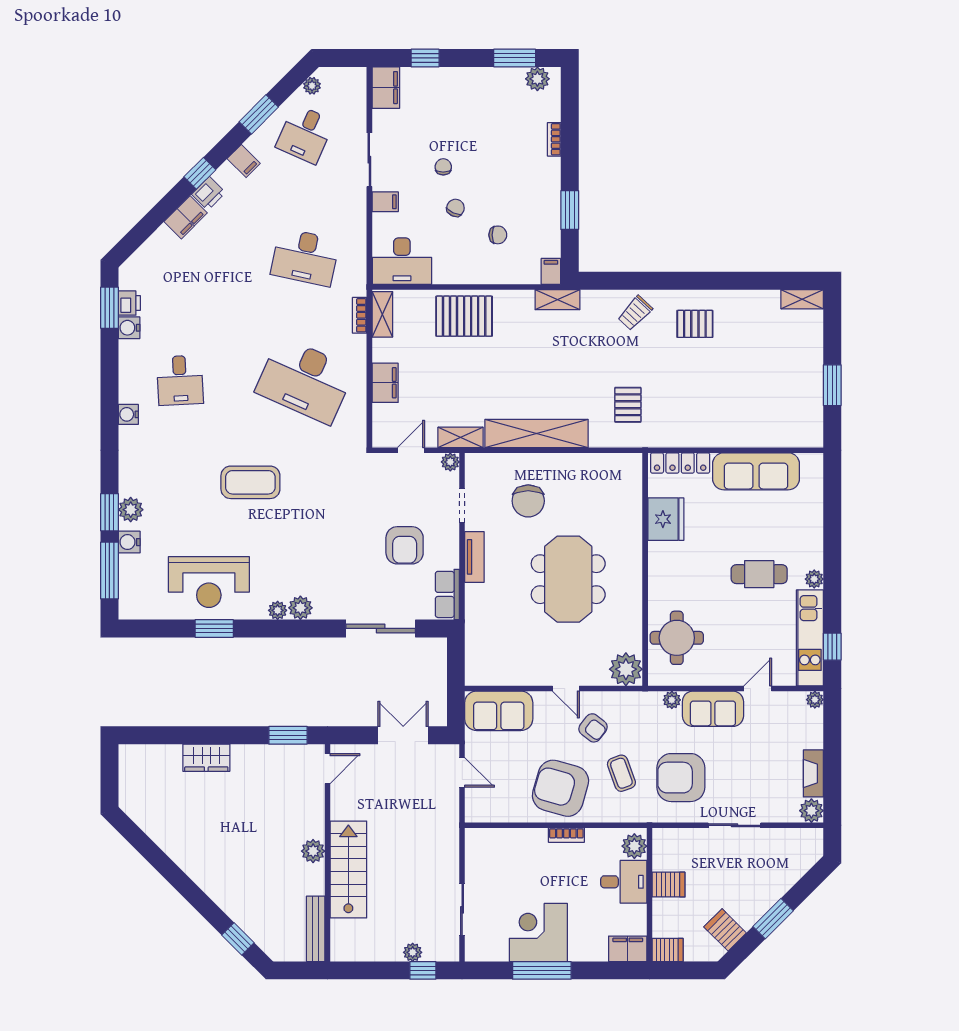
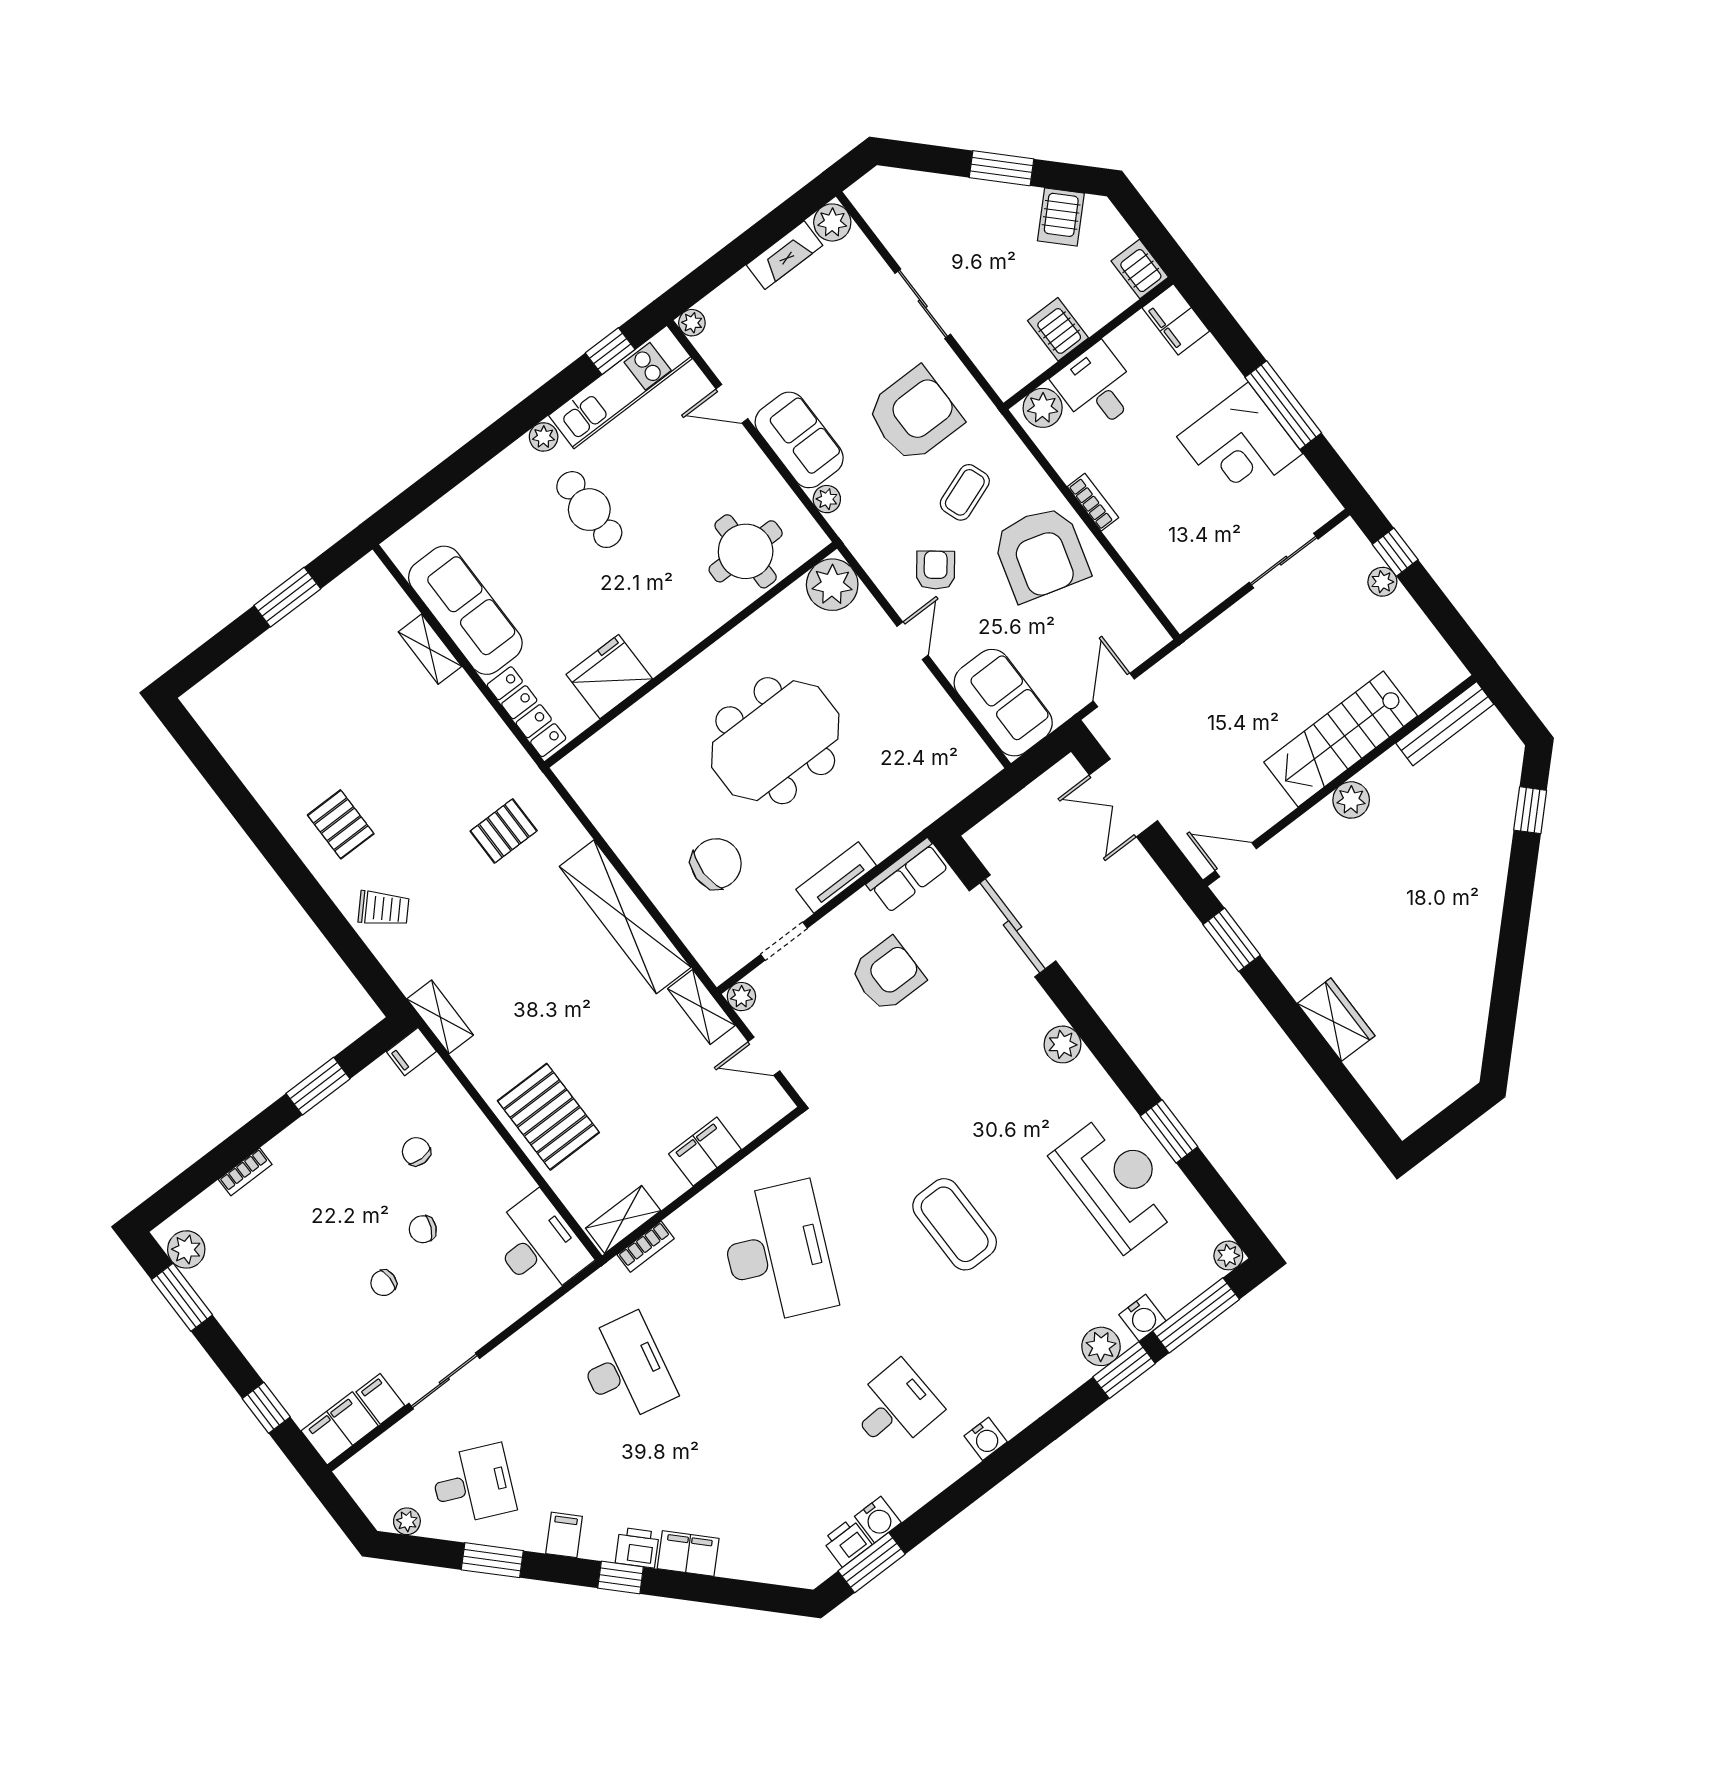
filing cabinet: (385, 202) -> (380, 1399), moved
shelving: (802, 299) -> (430, 649), moved
plant: (278, 610) -> (1228, 1255), moved
armchair: (681, 778) -> (914, 415), turned -90

